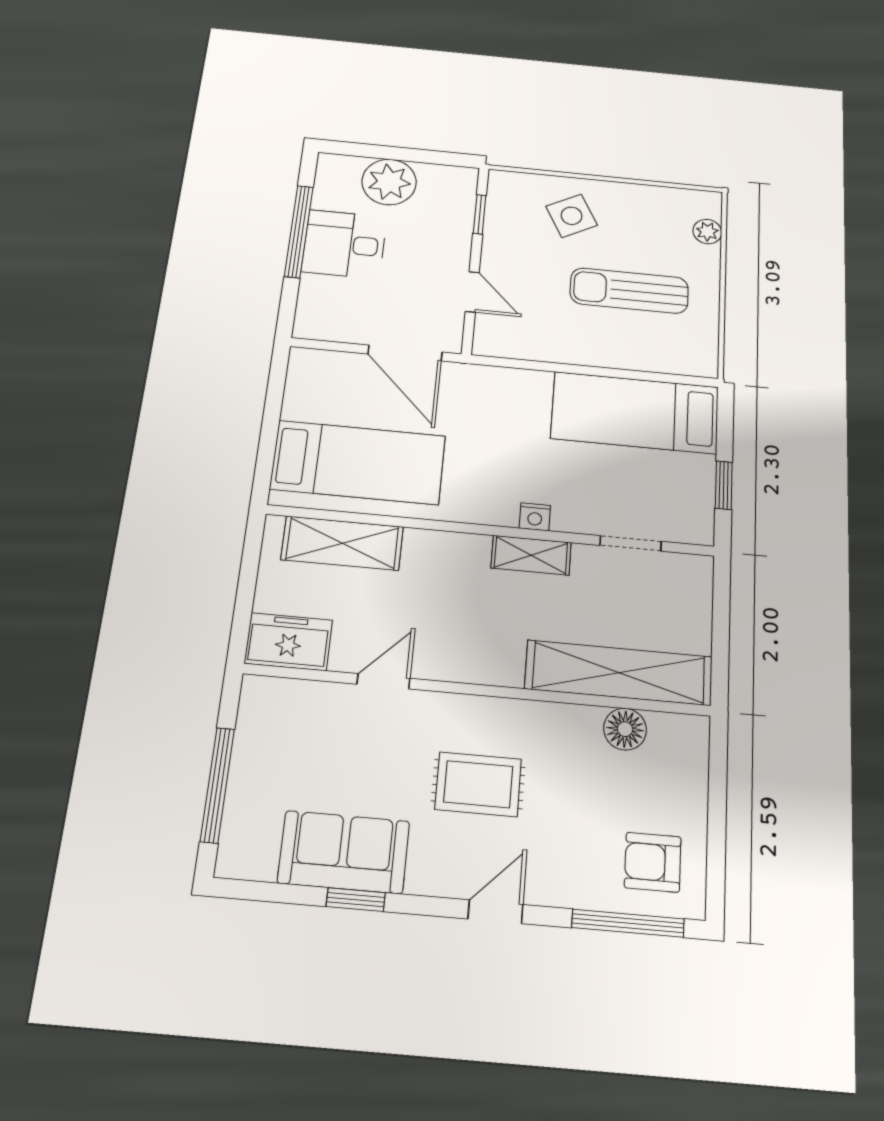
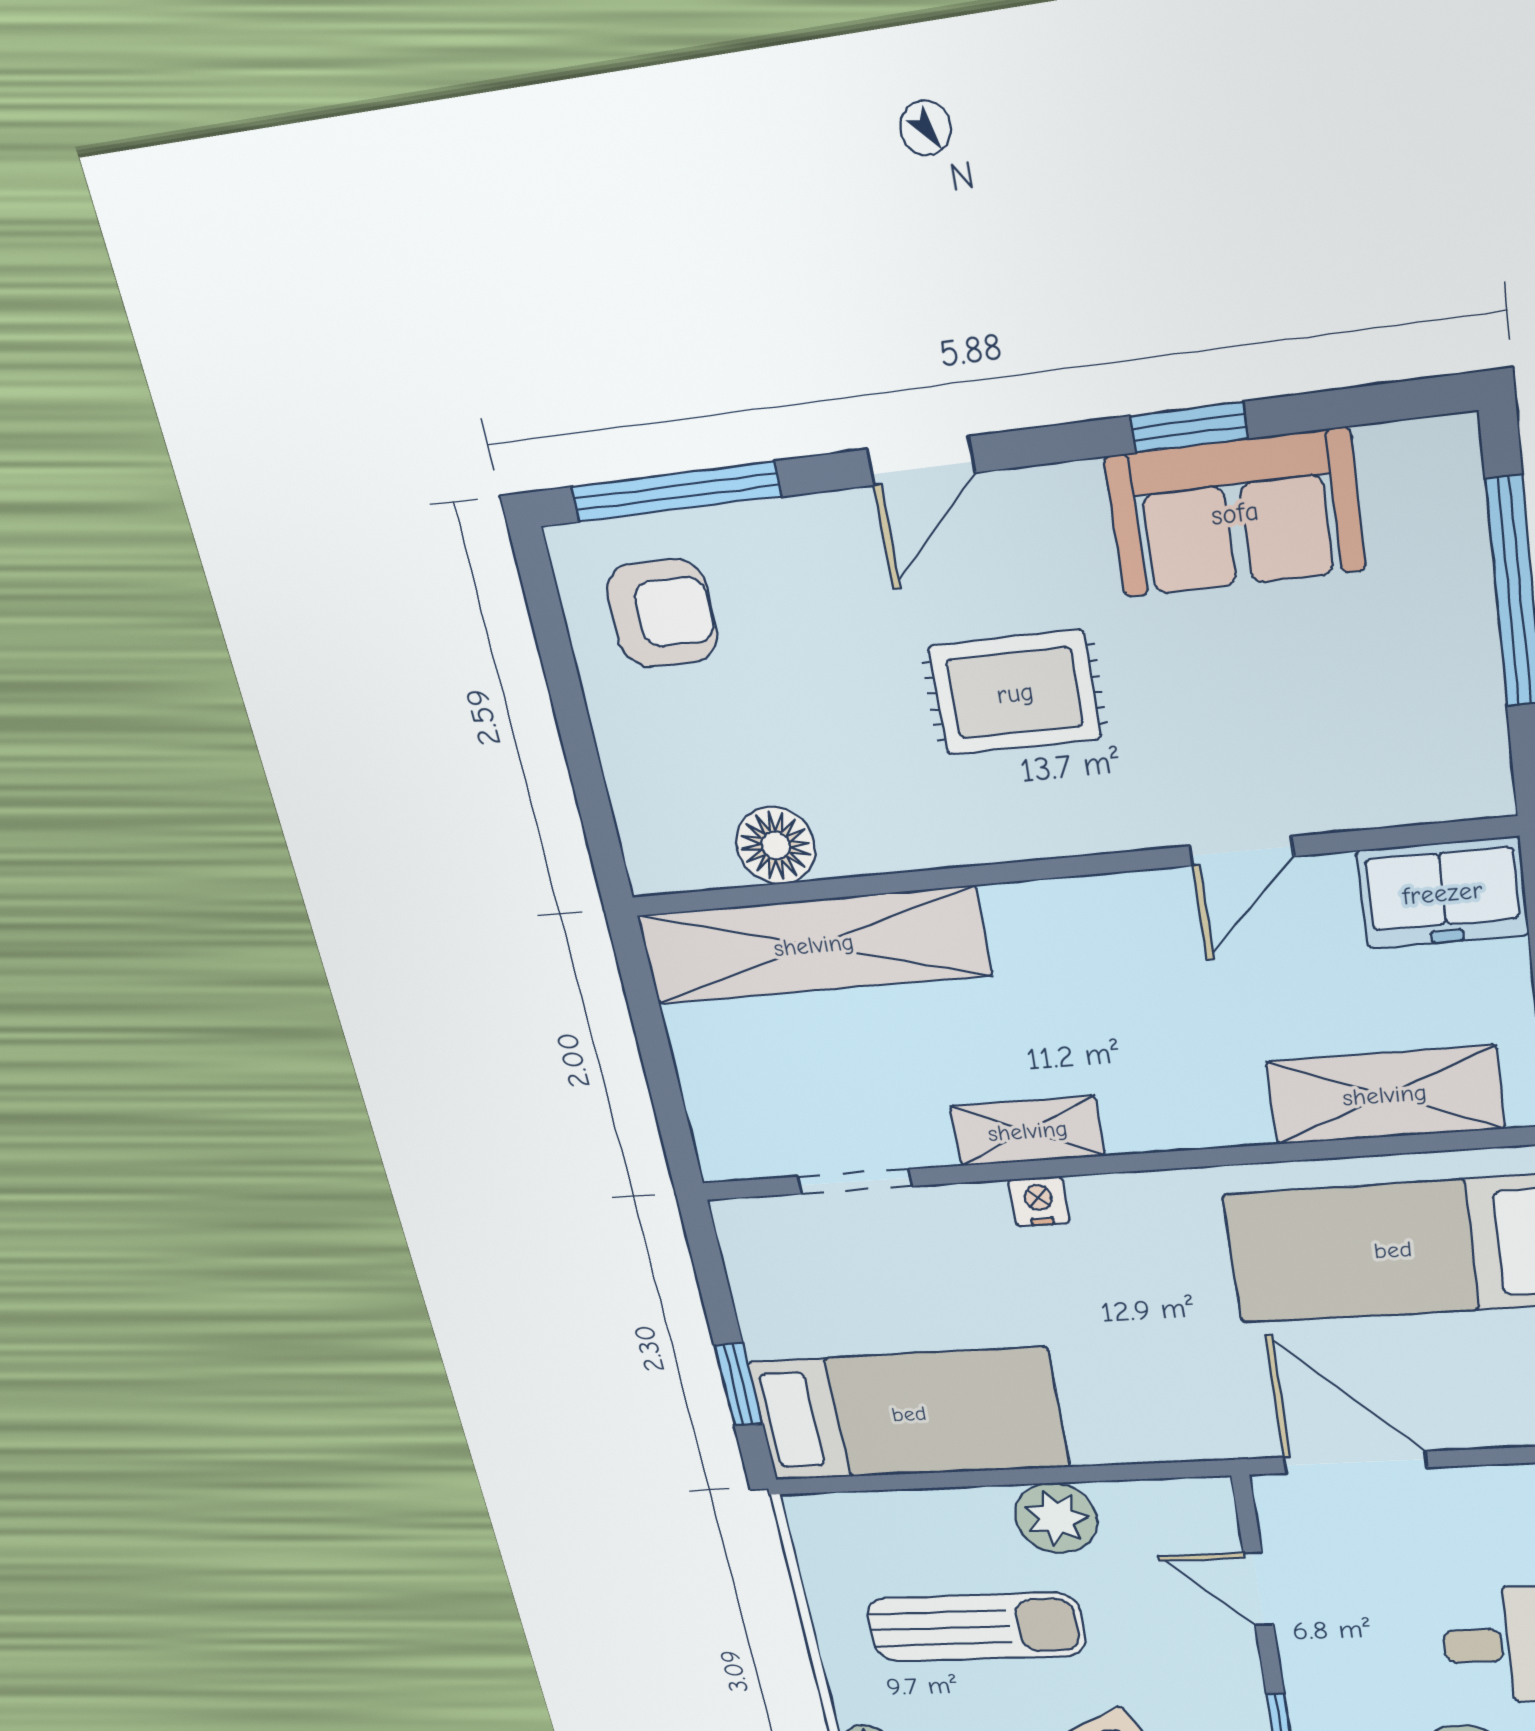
plant: (570, 345) -> (1056, 1518), added
window: (724, 485) -> (738, 1385), moved

